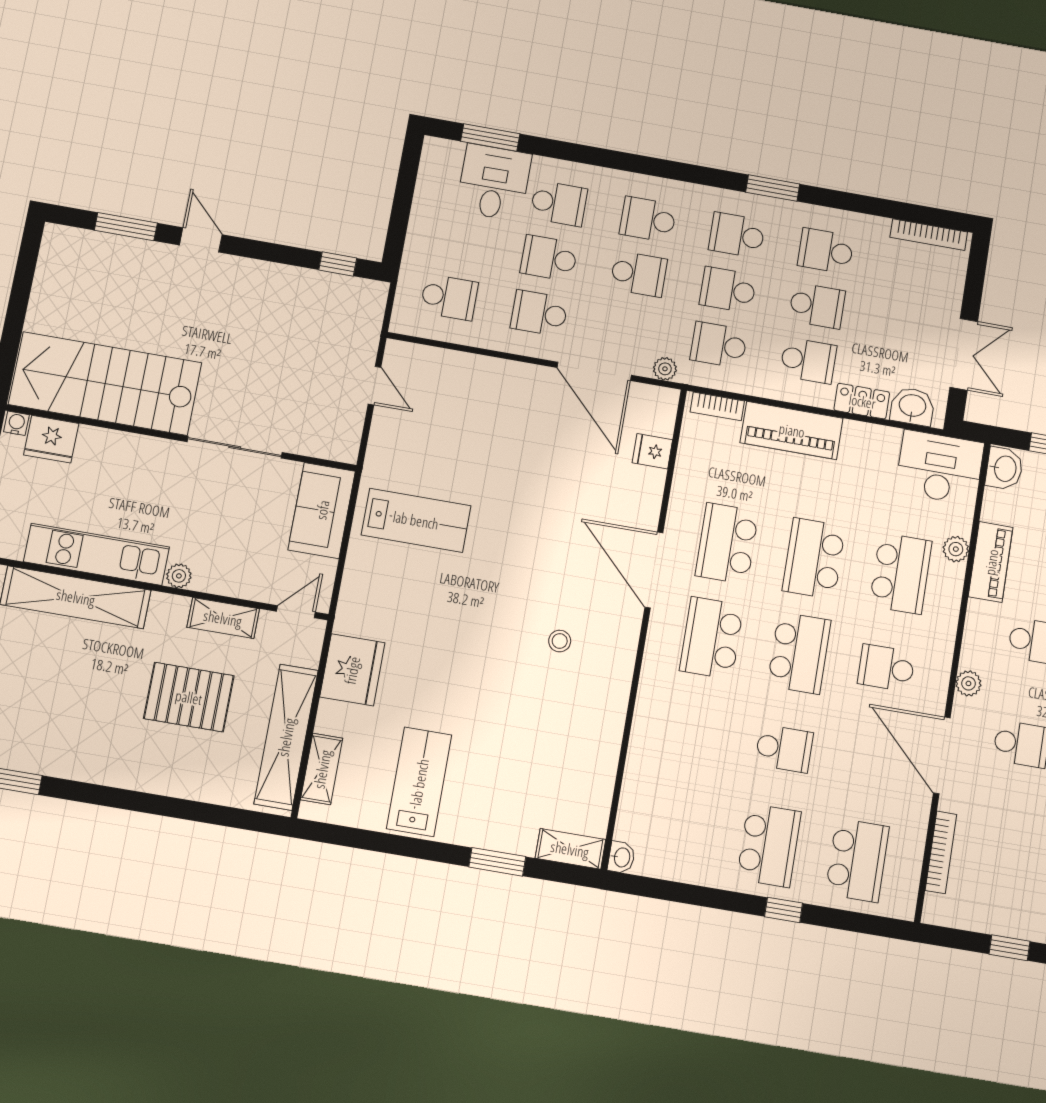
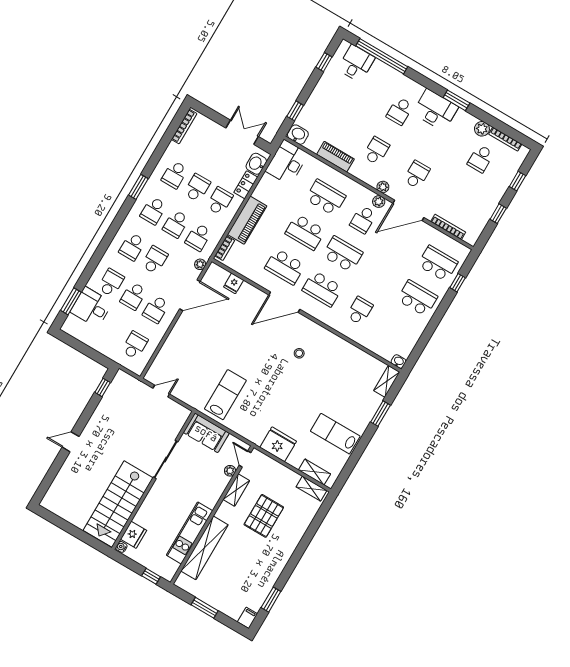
window: (126, 227) -> (53, 472), removed
plant: (956, 549) -> (379, 202), moved
plant: (179, 576) -> (230, 471), moved
shelving: (286, 737) -> (311, 489), width x0.45, depth x0.75
school desk: (784, 749) -> (360, 311), moved
window: (784, 910) -> (458, 283), moved

